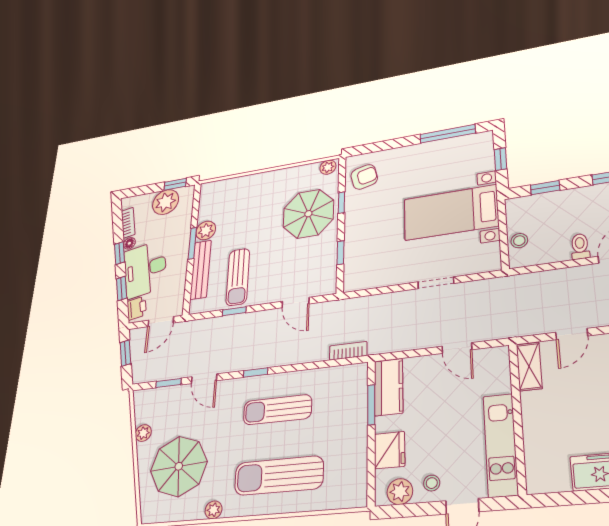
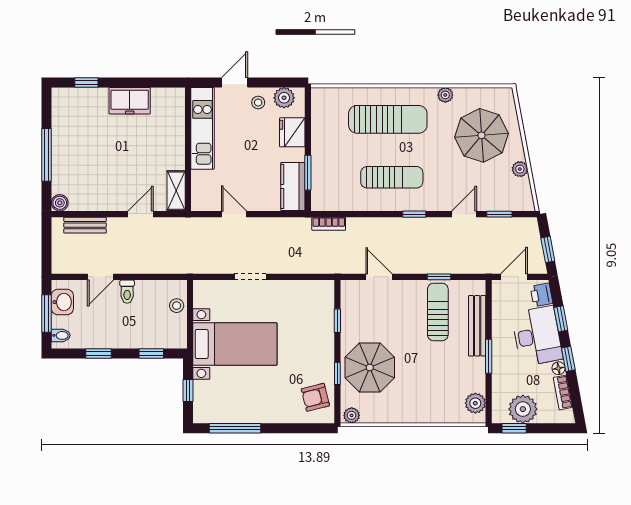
plant: (206, 230) -> (475, 403), moved
door: (204, 379) -> (464, 214), hinge flipped

